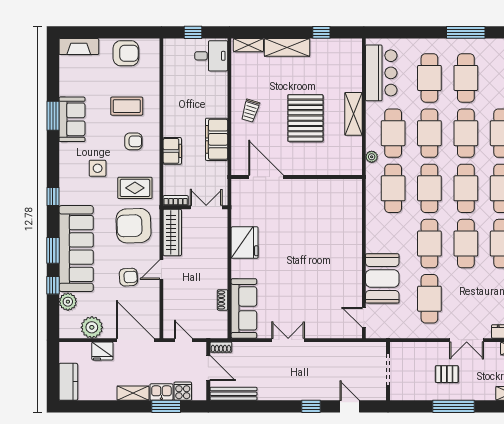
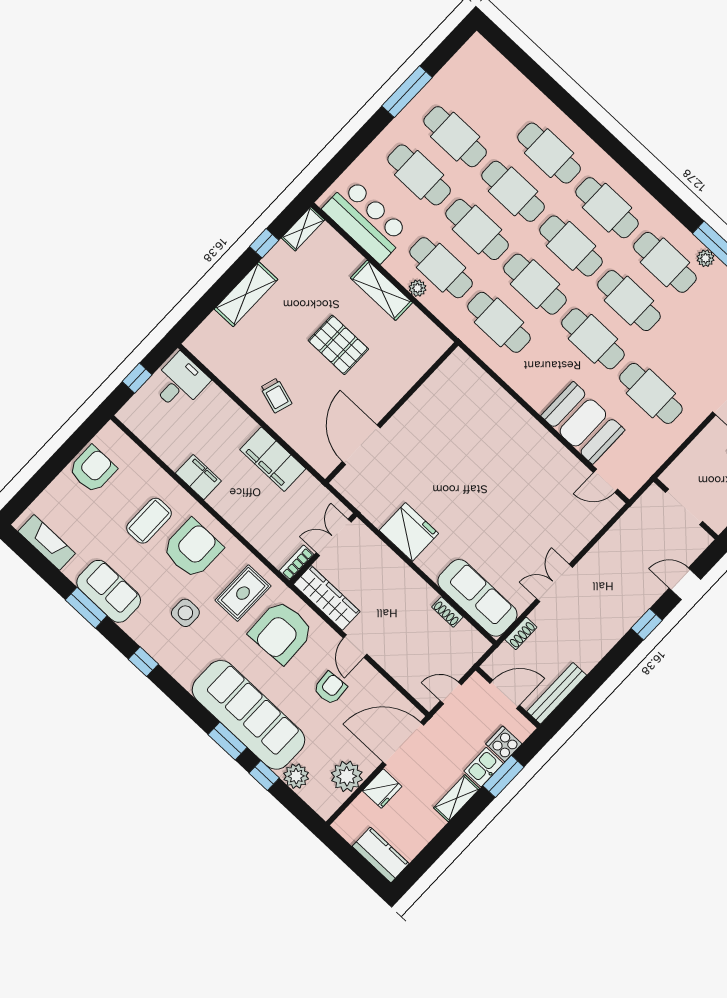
shelving: (248, 45) -> (303, 229), moved
fireplace: (79, 47) -> (47, 542), moved, turned -90
pallet: (305, 118) -> (338, 345), width x0.73, depth x0.71
armchair: (133, 141) -> (193, 549), width x1.88, depth x1.88
filing cabinet: (172, 151) -> (198, 477), moved
plant: (372, 157) -> (418, 288), moved
door: (266, 177) -> (361, 445), hinge flipped
window: (53, 196) -> (143, 662), moved
shoe rack: (221, 347) -> (521, 633), moved

